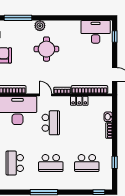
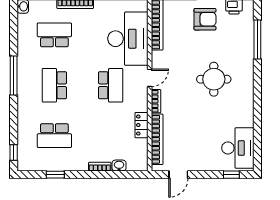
plant: (40, 26) -> (247, 70), removed
school desk: (51, 123) -> (111, 85), turned -90
school desk: (87, 163) -> (54, 136), turned -90

